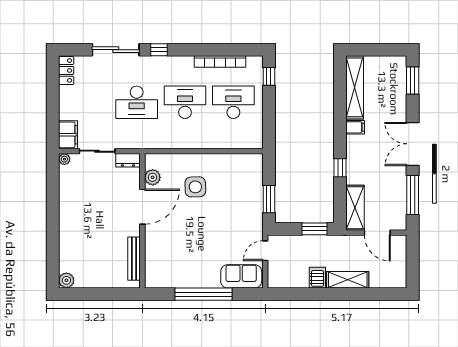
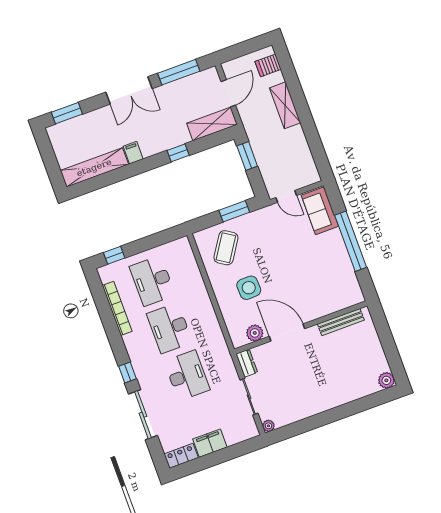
filing cabinet: (68, 135) -> (210, 443), moved
coffee table: (239, 180) -> (226, 248), added
server rack: (317, 278) -> (268, 65), moved

